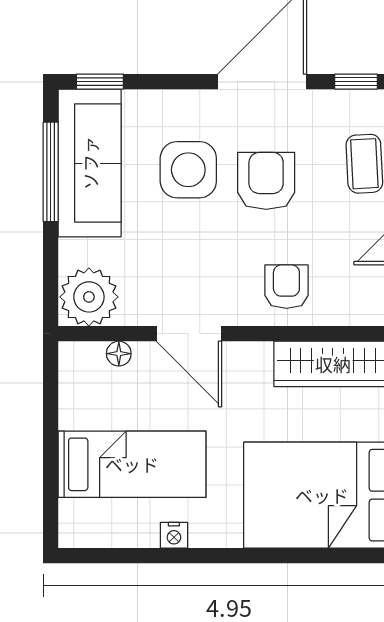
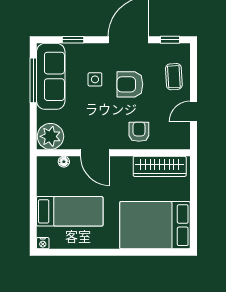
window: (100, 82) -> (73, 40), moved
side table: (188, 170) -> (95, 79), width x0.54, depth x0.54
armchair: (266, 181) -> (130, 84), turned -90
nightstand: (174, 535) -> (43, 243), moved

